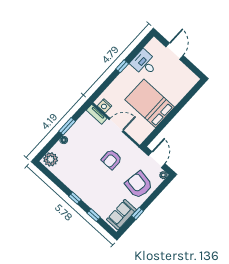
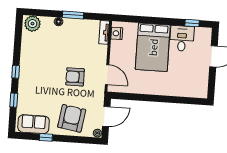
window: (122, 66) -> (192, 23), moved
bed: (150, 103) -> (153, 47), moved, turned 180
door: (116, 125) -> (107, 75), moved

